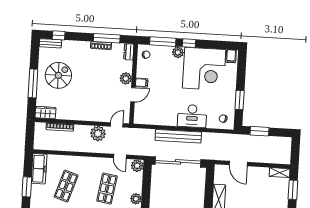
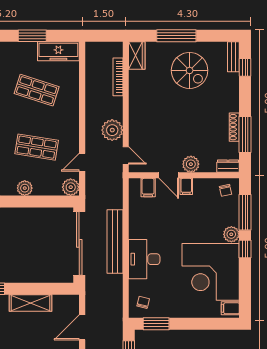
window: (240, 100) -> (156, 324), moved
filing cabinet: (141, 110) -> (148, 188), added

